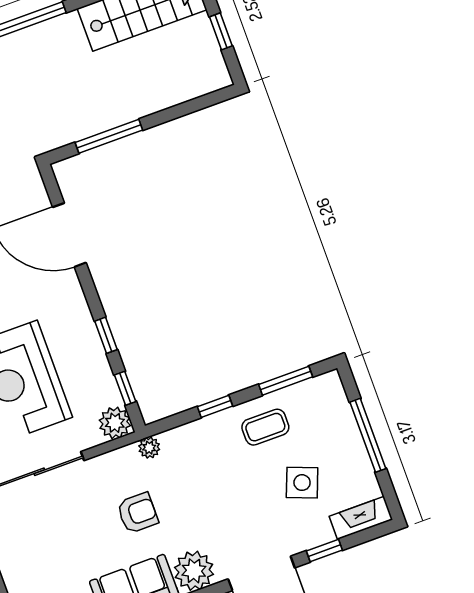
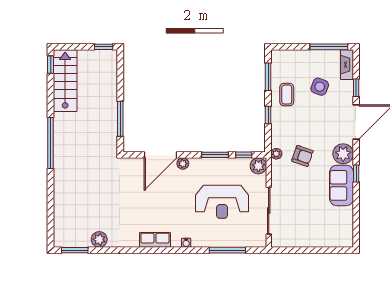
window: (221, 31) -> (104, 47), moved
plant: (68, 282) -> (183, 164), added
window: (106, 335) -> (215, 155), width x1.50
window: (368, 435) -> (329, 47), moved
armchair: (138, 513) -> (302, 156), moved, turned 109

